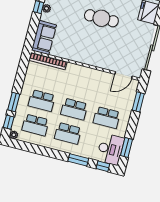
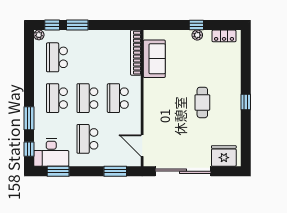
cafe table: (101, 18) -> (202, 102), width x0.73, depth x0.74
sofa: (44, 38) -> (154, 59), moved, turned -90
school desk: (42, 101) -> (118, 98), moved

